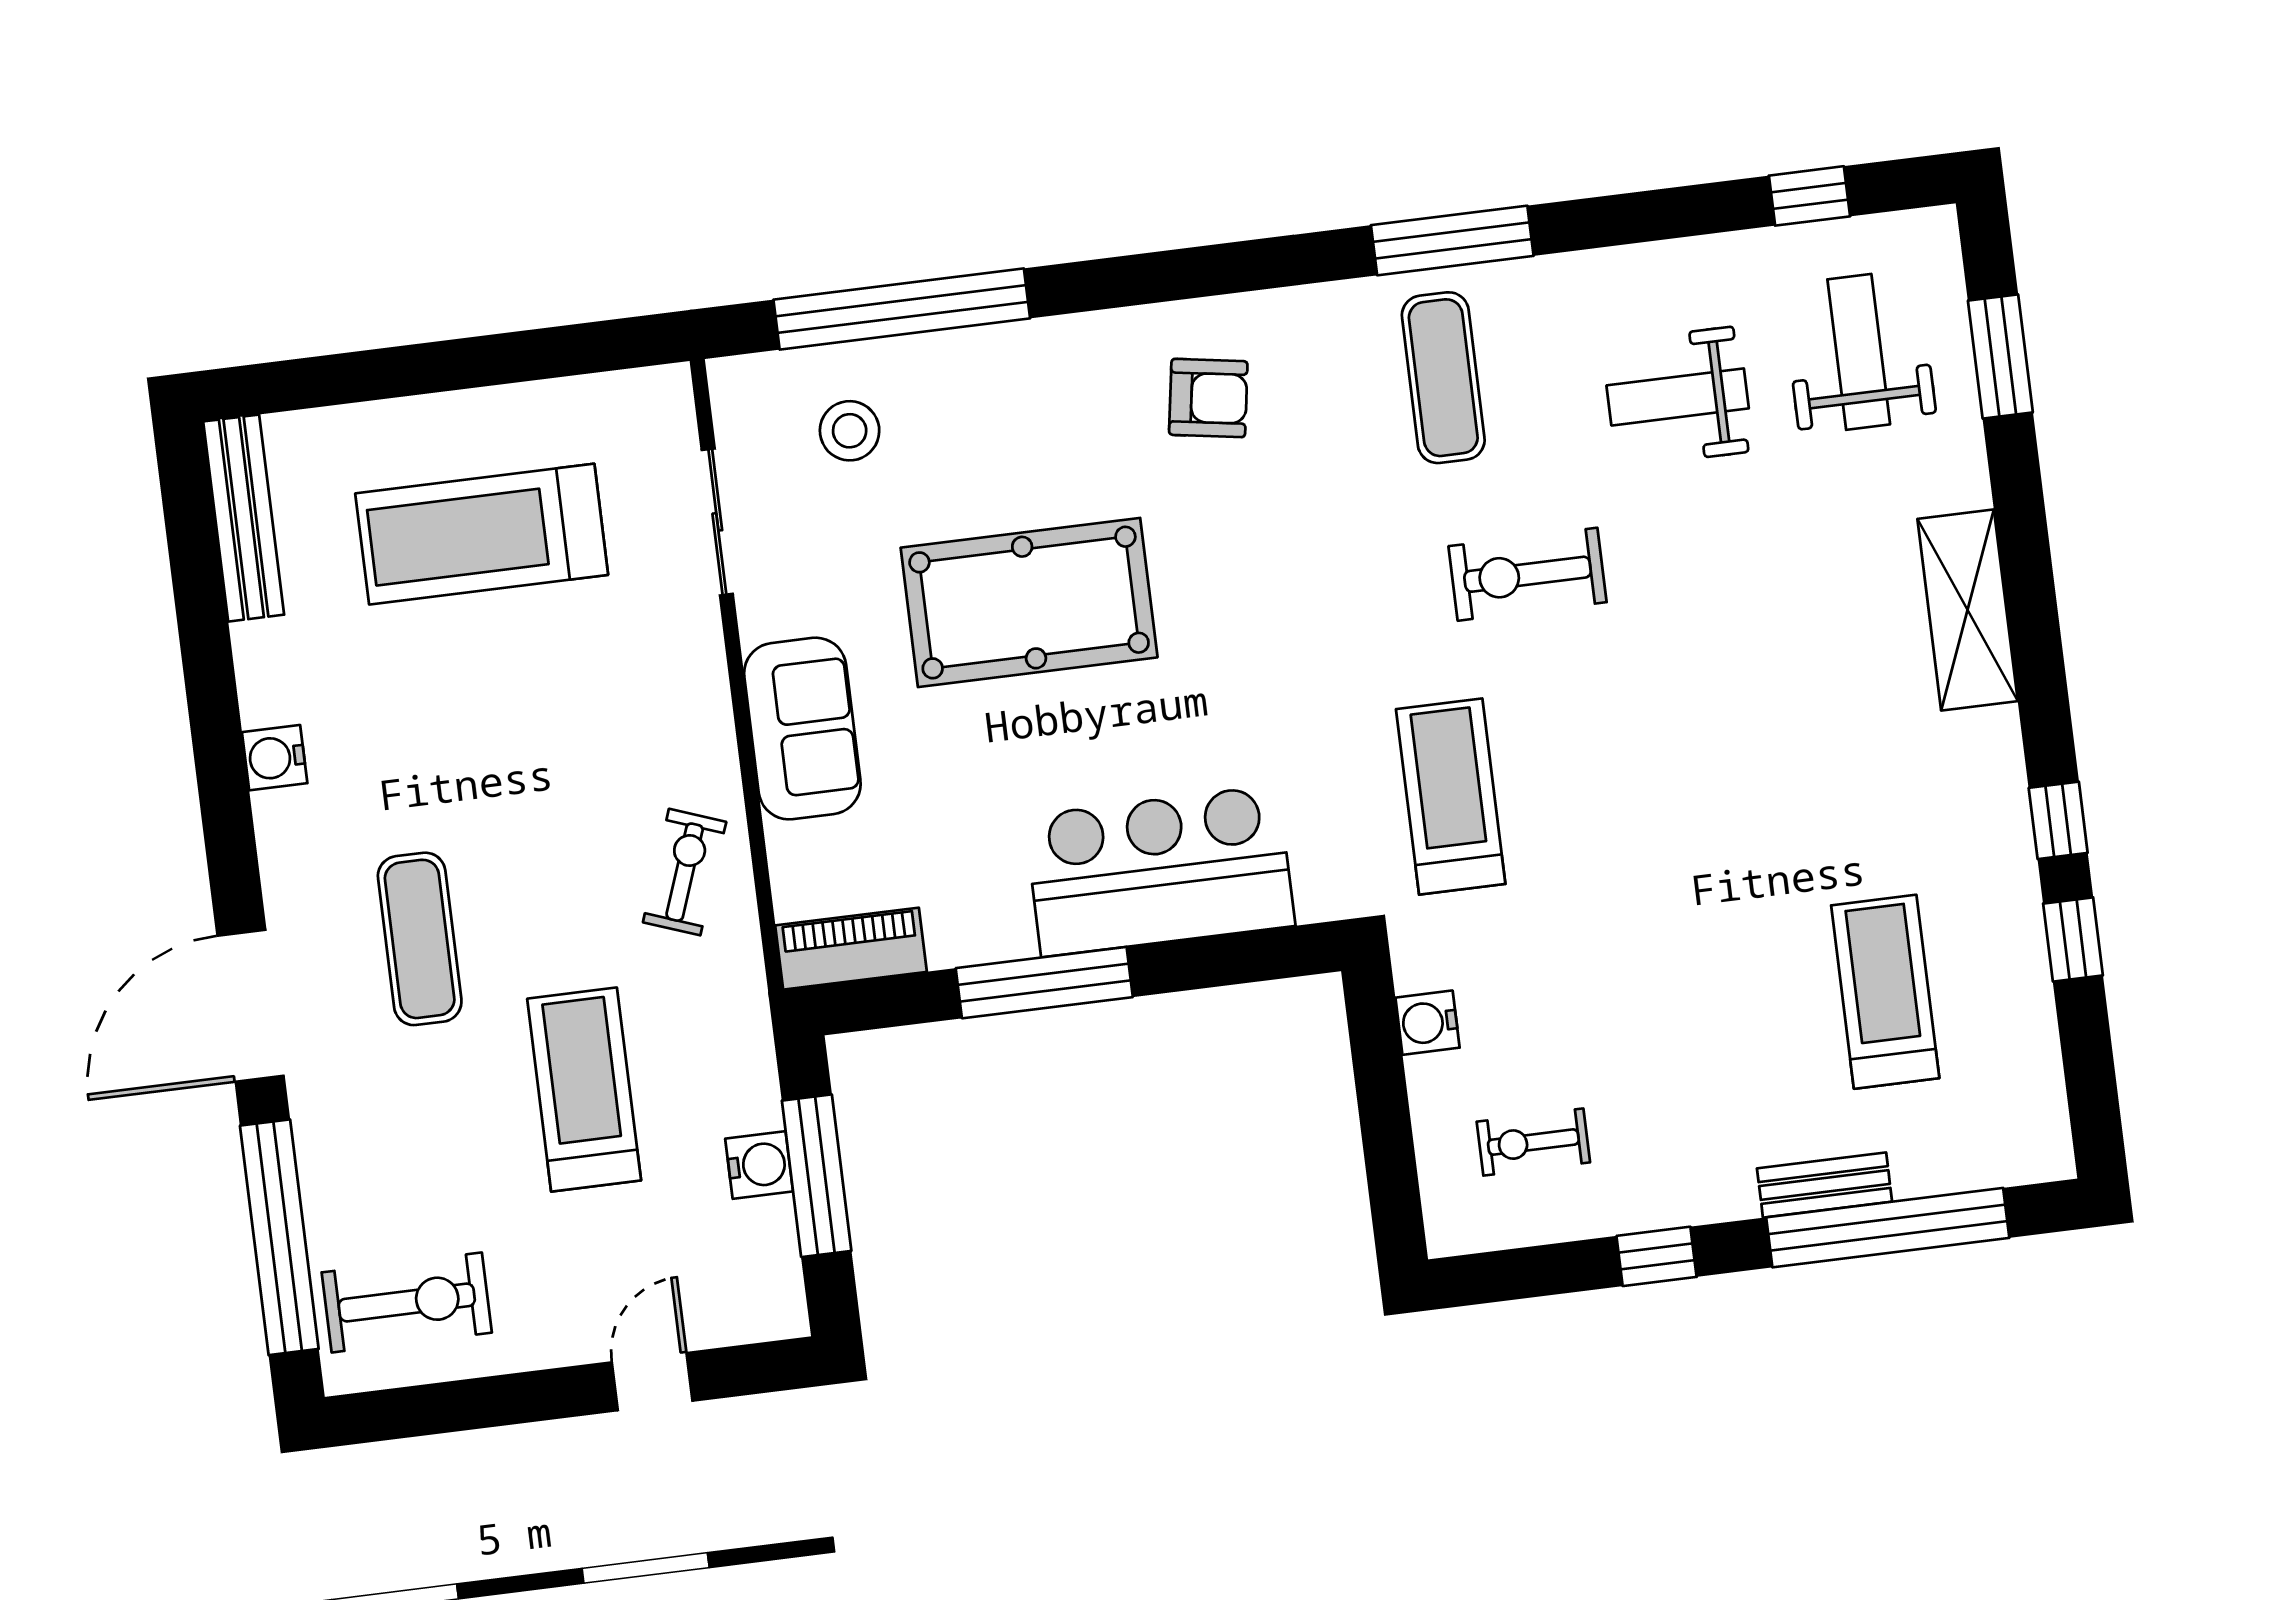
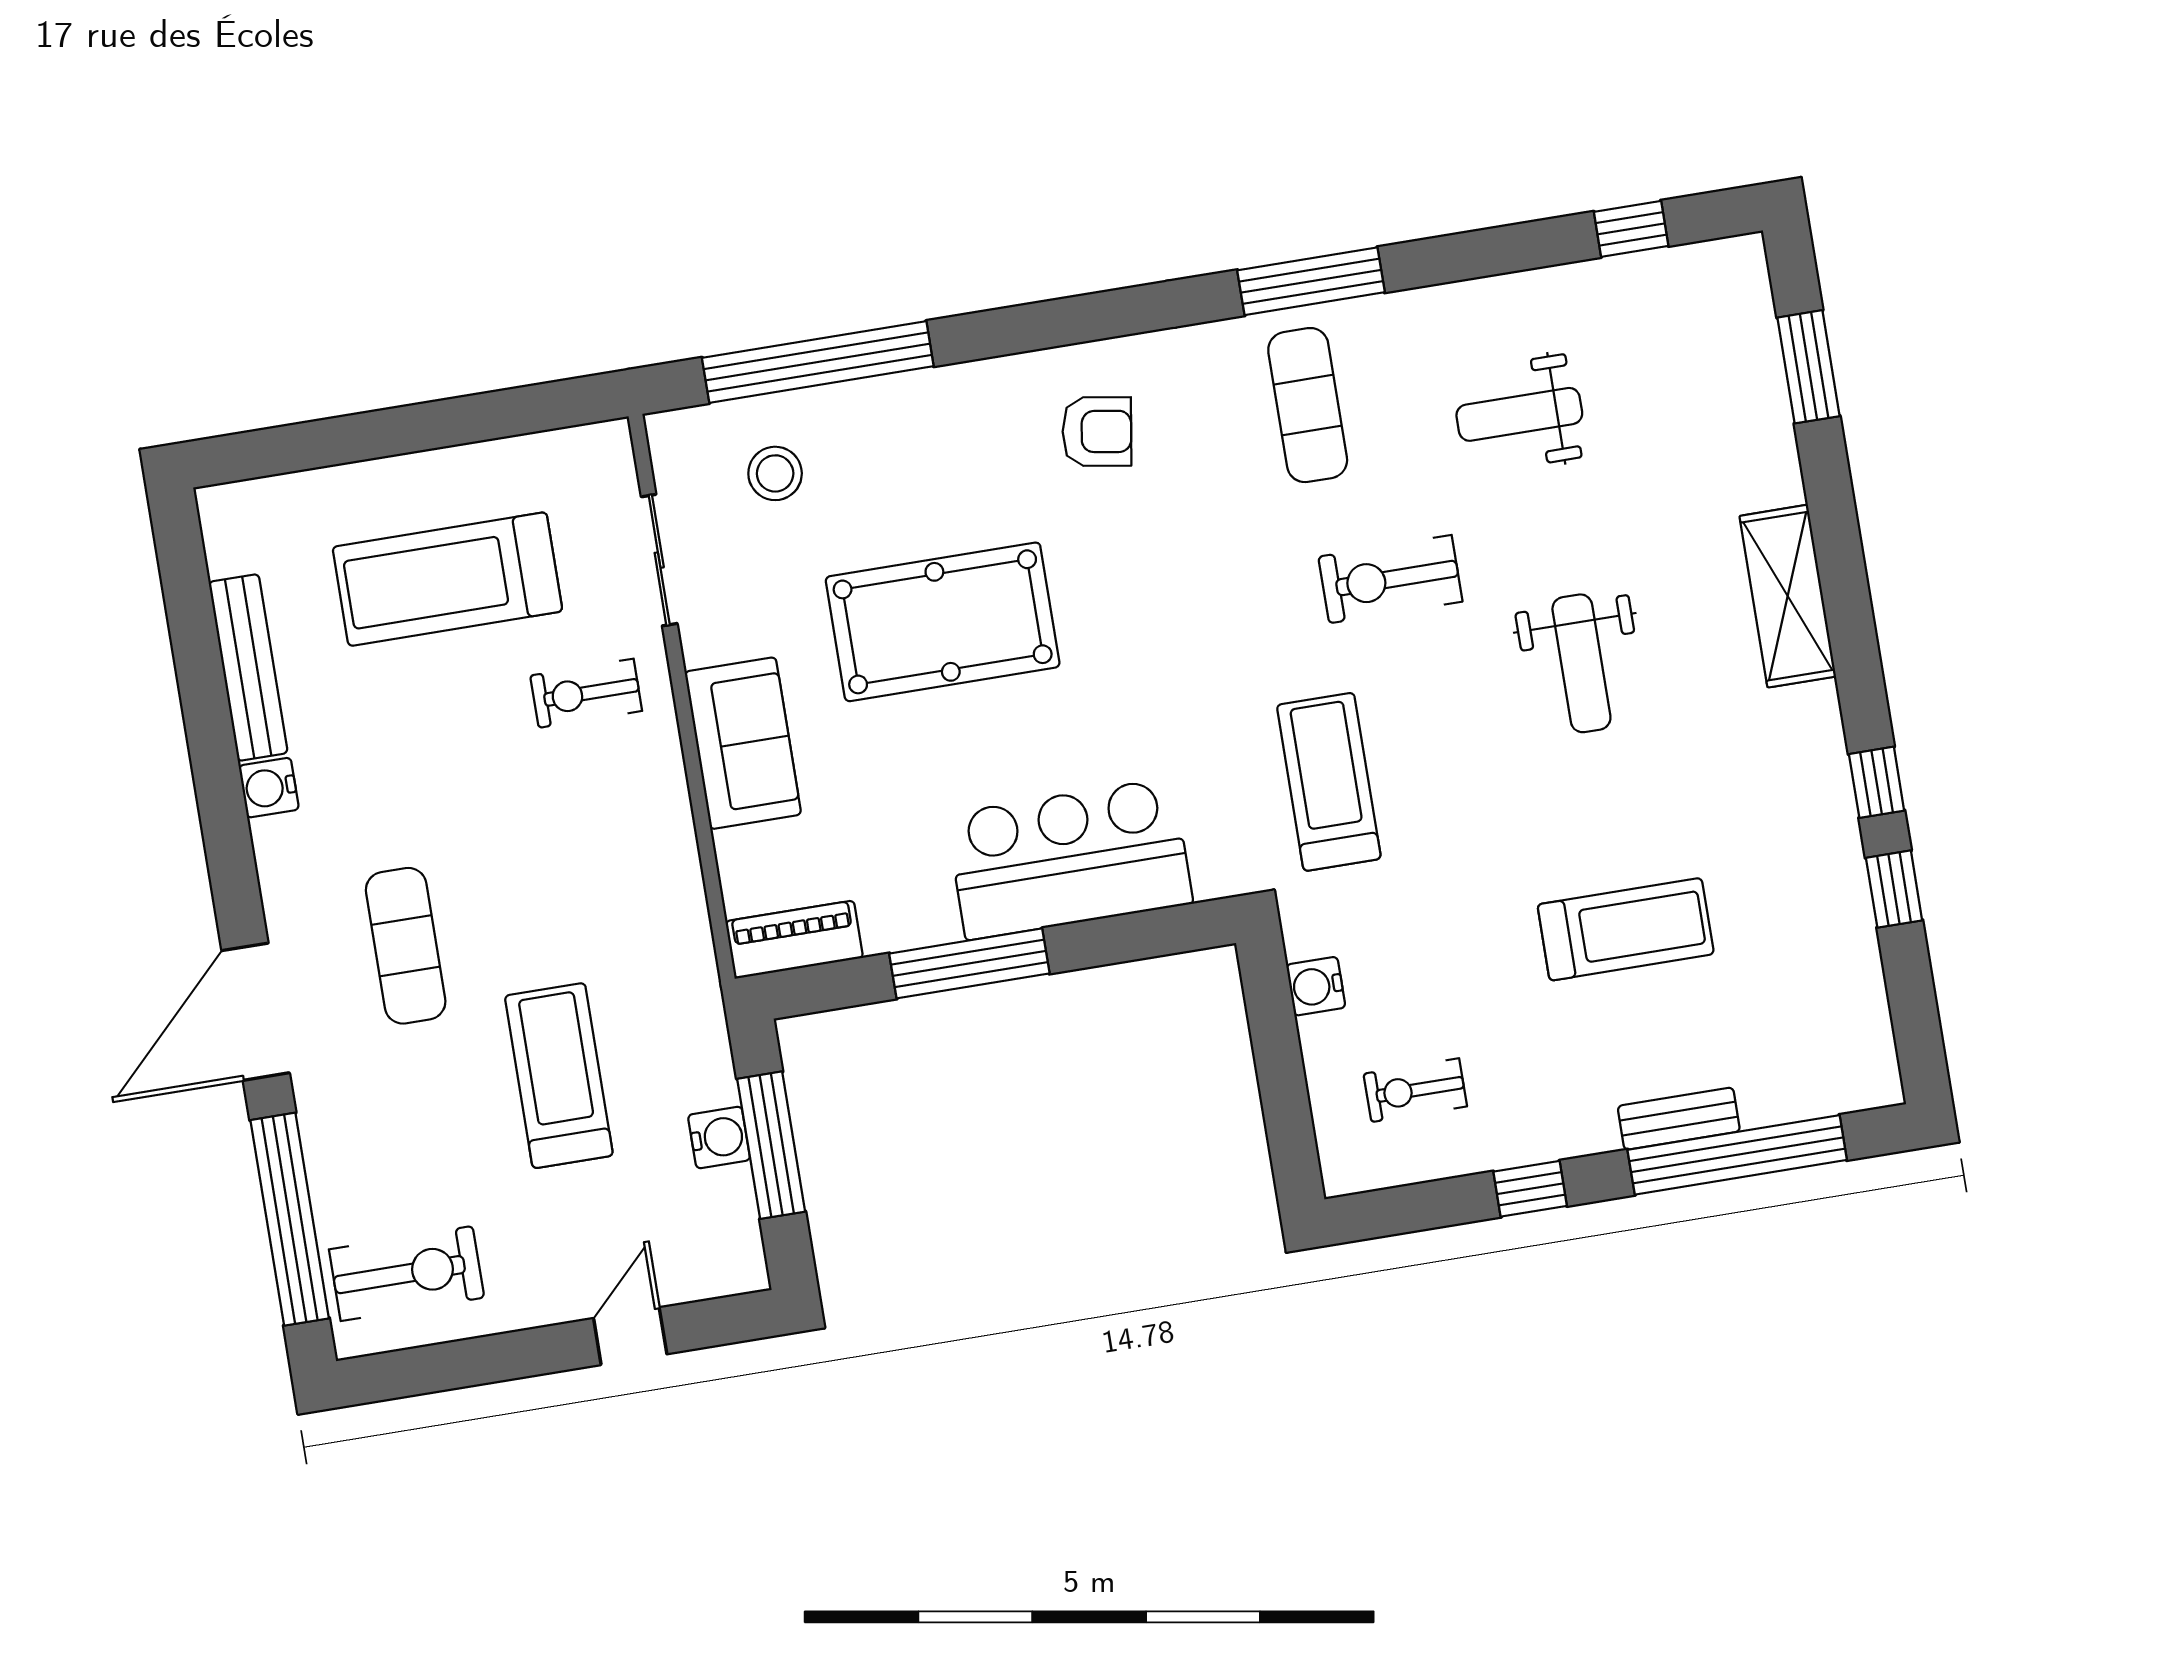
weight bench: (1859, 352) -> (1581, 663), moved, turned 180
bench: (244, 518) -> (248, 668), moved
exercise bike: (685, 872) -> (586, 693), moved, turned -110
treadmill: (1885, 992) -> (1626, 929), moved, turned 90

